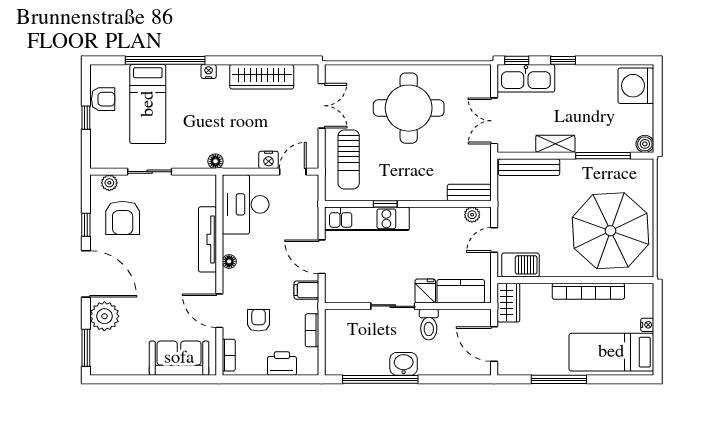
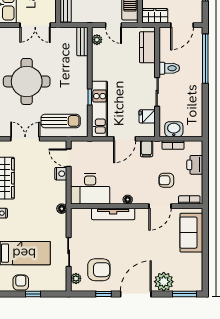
fridge: (425, 291) -> (147, 116), moved
washbasin: (404, 364) -> (174, 129), moved, turned 90
window: (380, 379) -> (205, 59), moved

